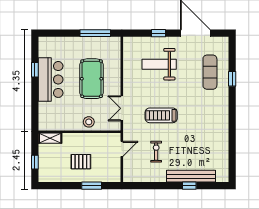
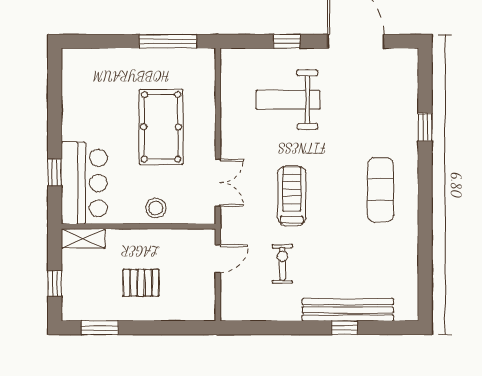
window: (35, 70) -> (55, 172), moved
exercise mat: (210, 72) -> (380, 190), moved
bar counter: (51, 79) -> (84, 183), moved
double door: (122, 108) -> (218, 183), swing flipped
treadmill: (161, 115) -> (292, 196), turned 90
window: (92, 186) -> (100, 328), moved

